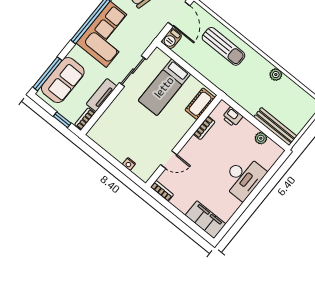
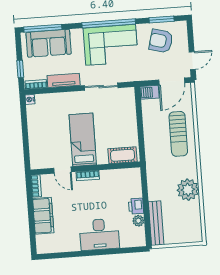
plant: (276, 75) -> (188, 190), width x1.87, depth x1.87
bed: (164, 87) -> (83, 140), moved, turned 90
printer: (232, 117) -> (136, 206), moved
bookcase: (204, 128) -> (88, 176), moved
nightstand: (129, 164) -> (30, 99), moved
filing cabinet: (205, 220) -> (43, 216), moved

